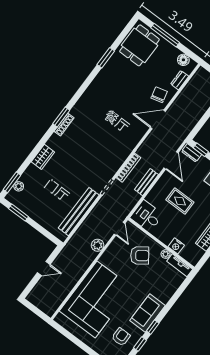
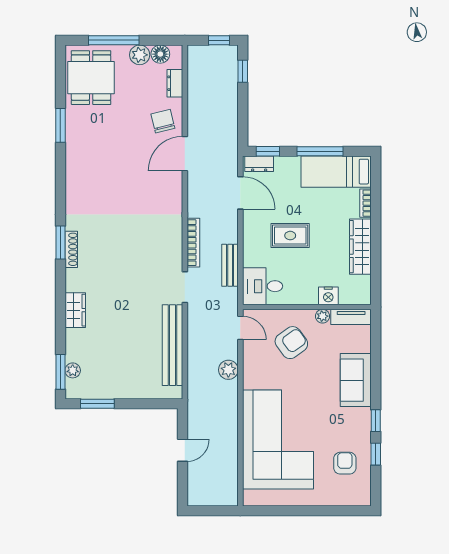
plant: (173, 52) -> (140, 55), added
bench: (147, 182) -> (230, 265), moved
sofa: (148, 313) -> (356, 380), moved

